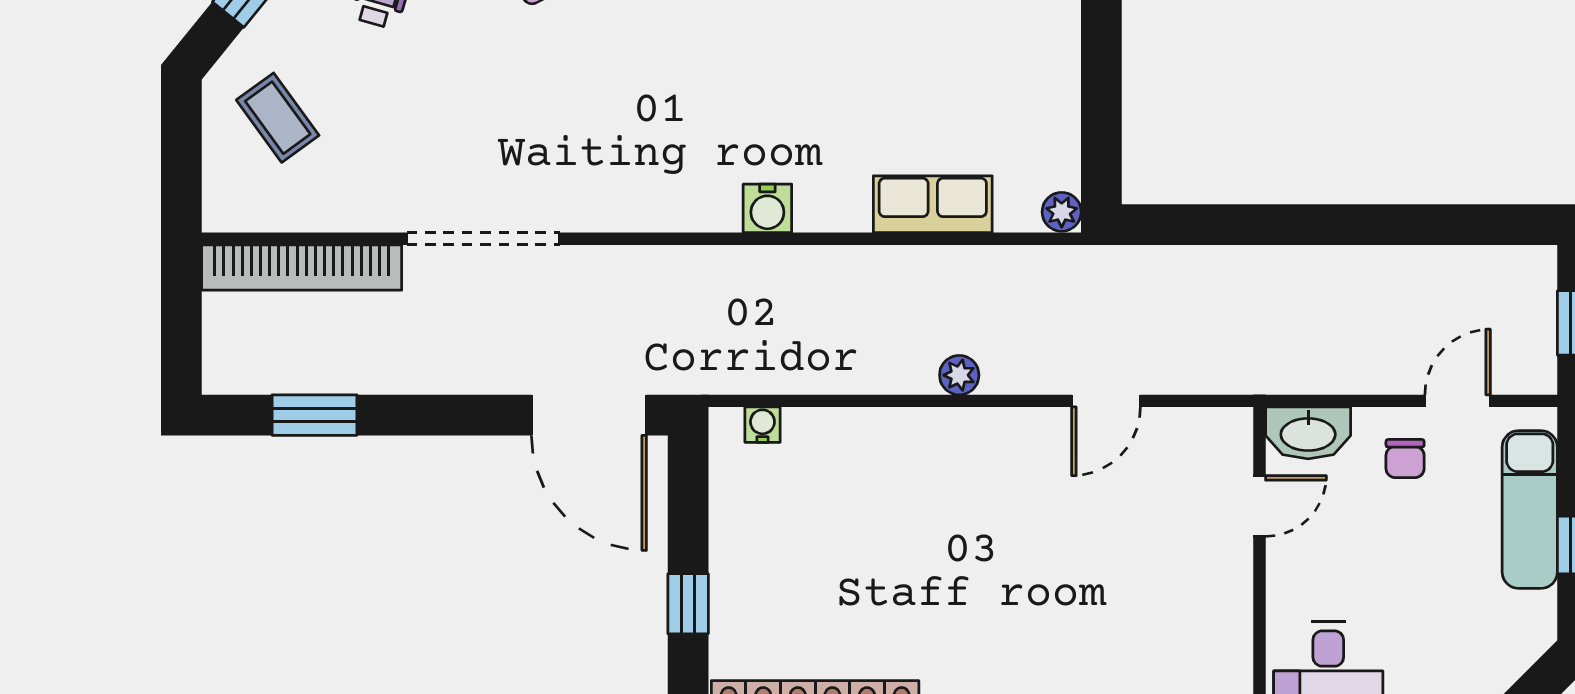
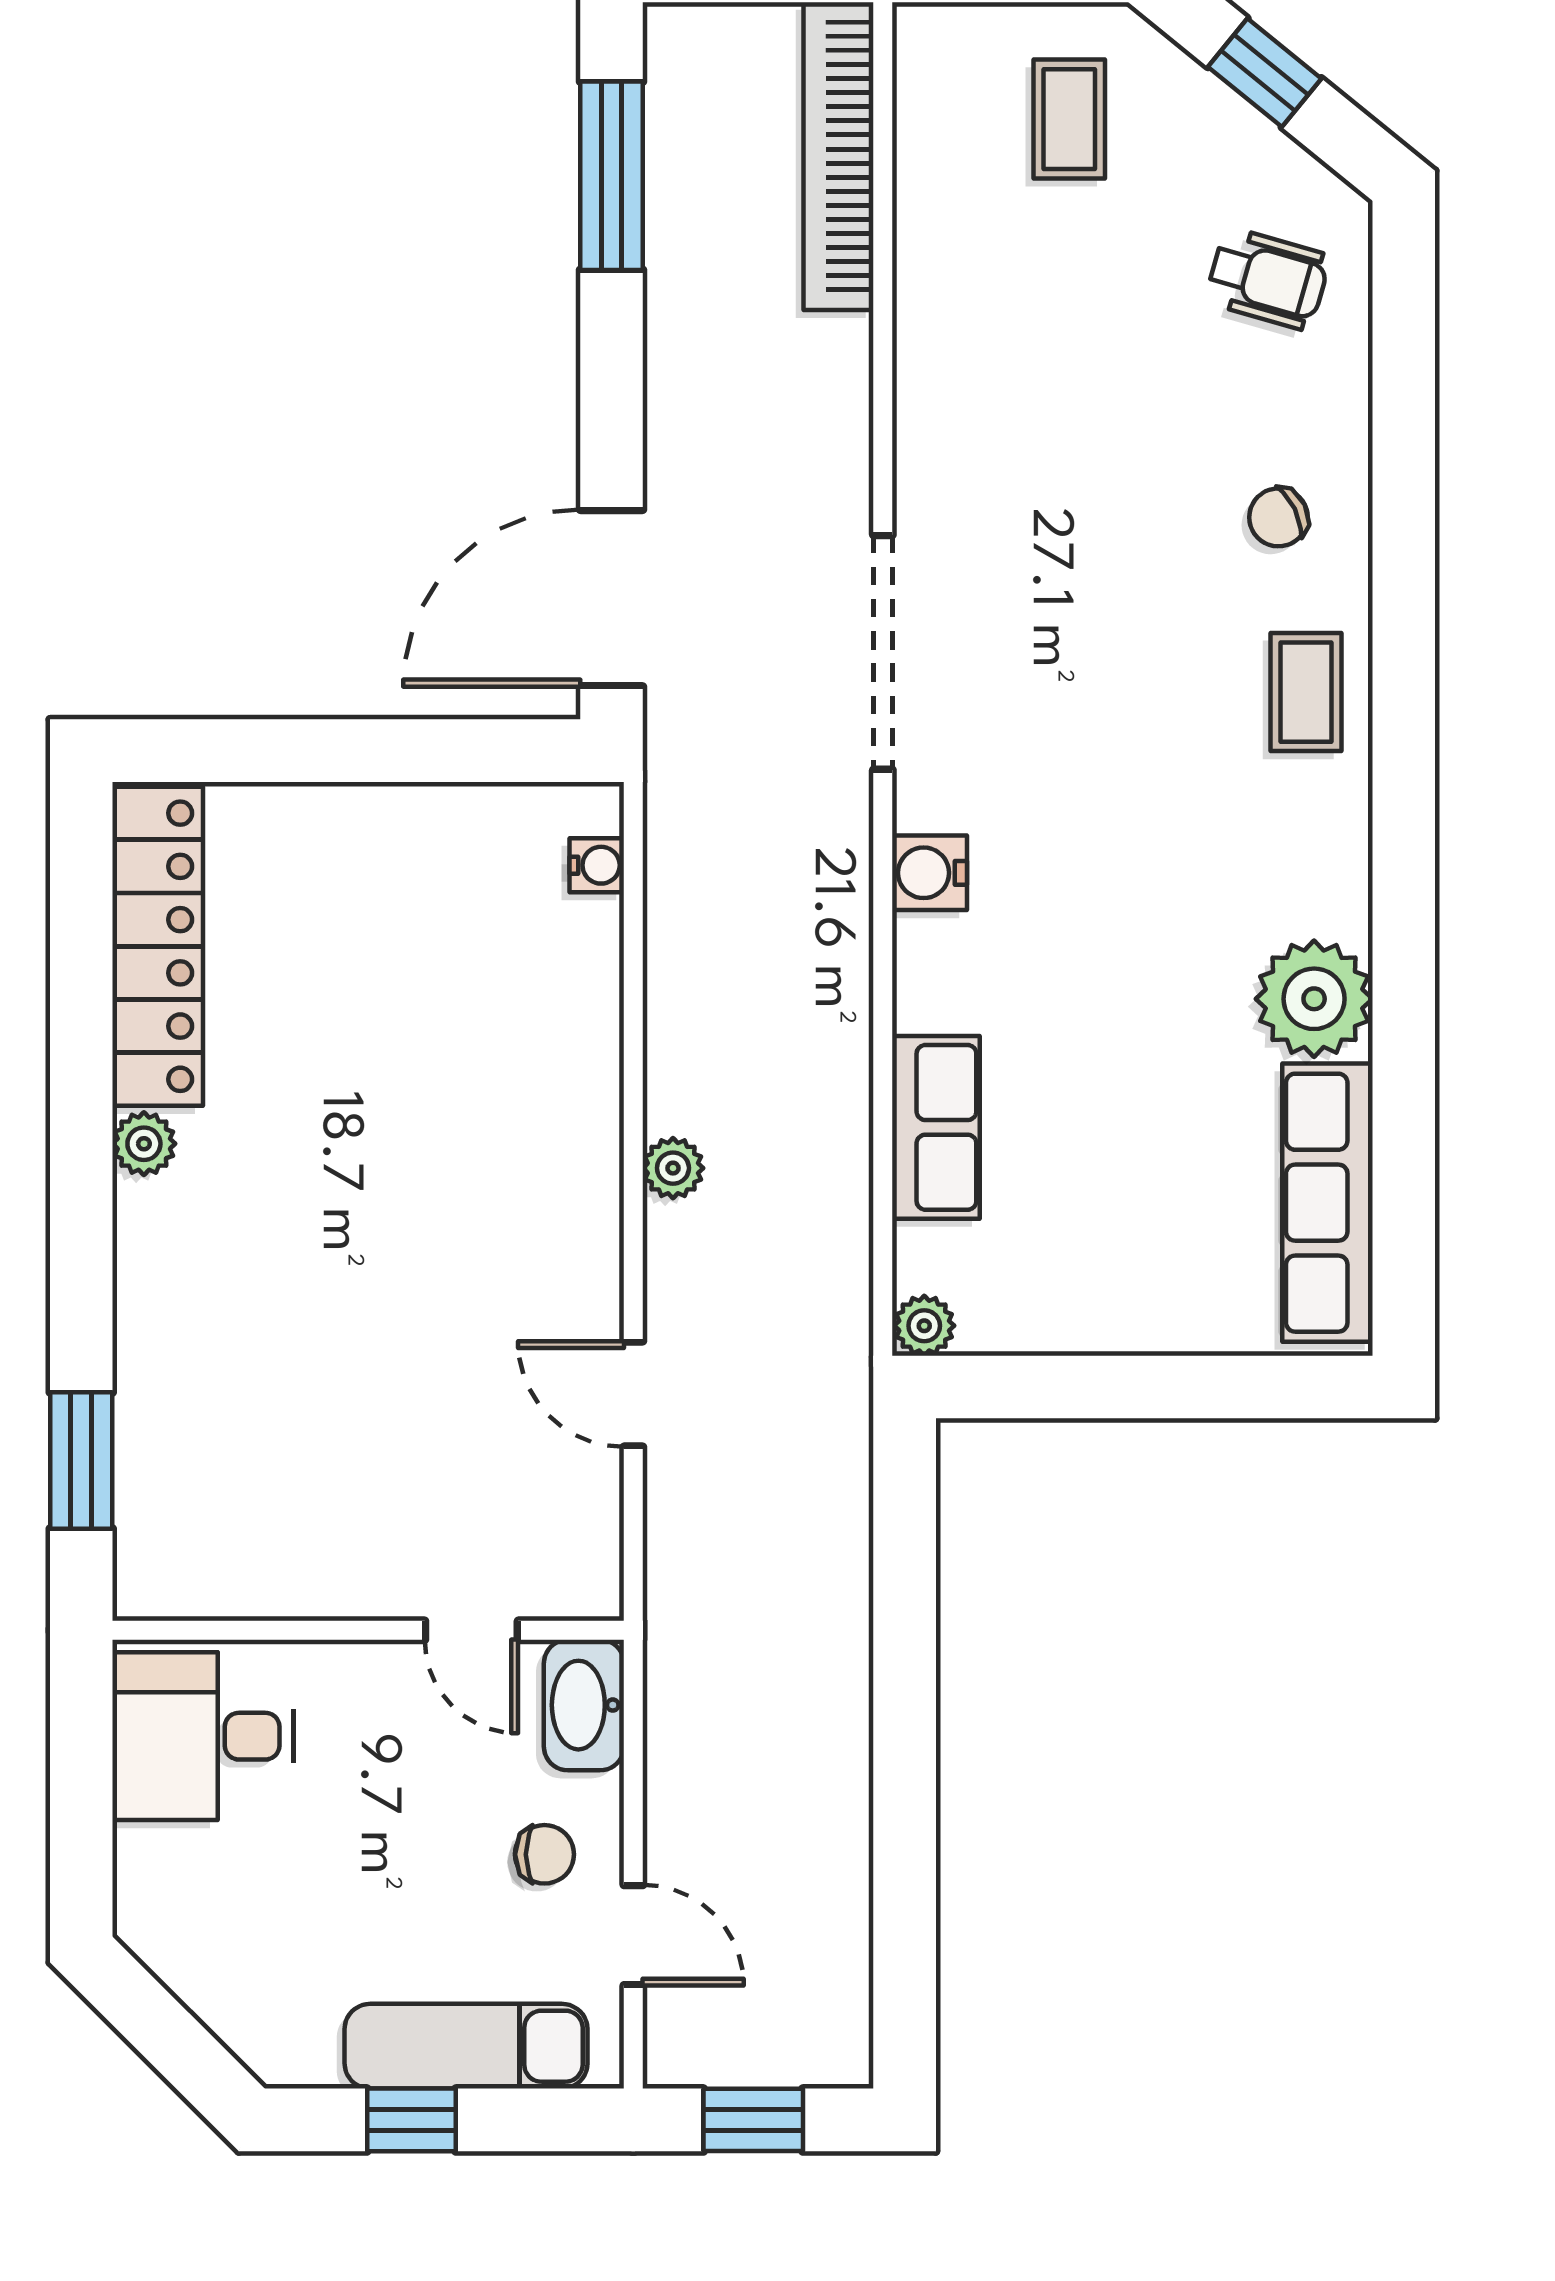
coffee table: (278, 118) -> (1069, 119), turned -54
doorway: (483, 239) -> (883, 652), moved
window: (315, 415) -> (611, 176), width x1.44
chair: (1405, 459) -> (544, 1854), turned 180
window: (688, 604) -> (321, 751), removed

